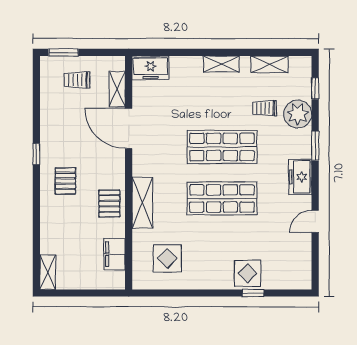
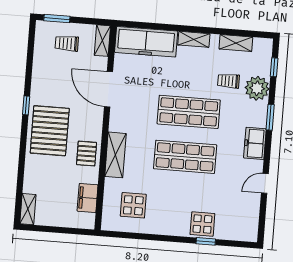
freezer: (150, 68) -> (146, 42), width x1.91, depth x1.26
shelving: (117, 89) -> (102, 41), moved
pallet: (65, 181) -> (50, 131), width x2.05, depth x2.00

